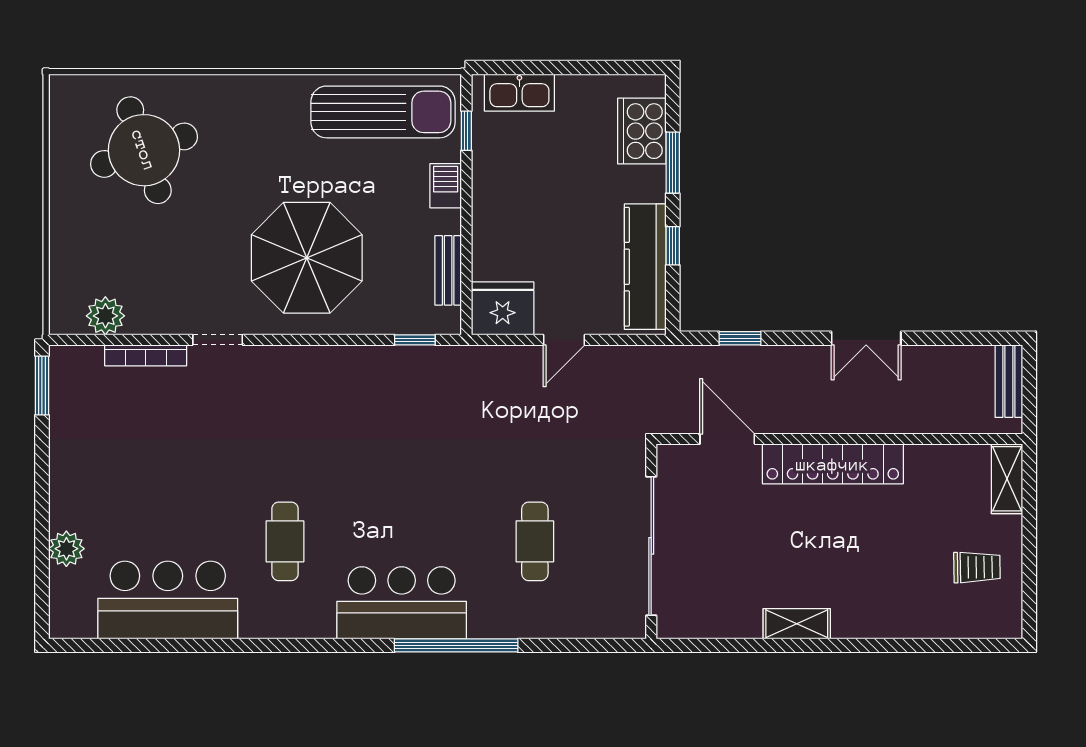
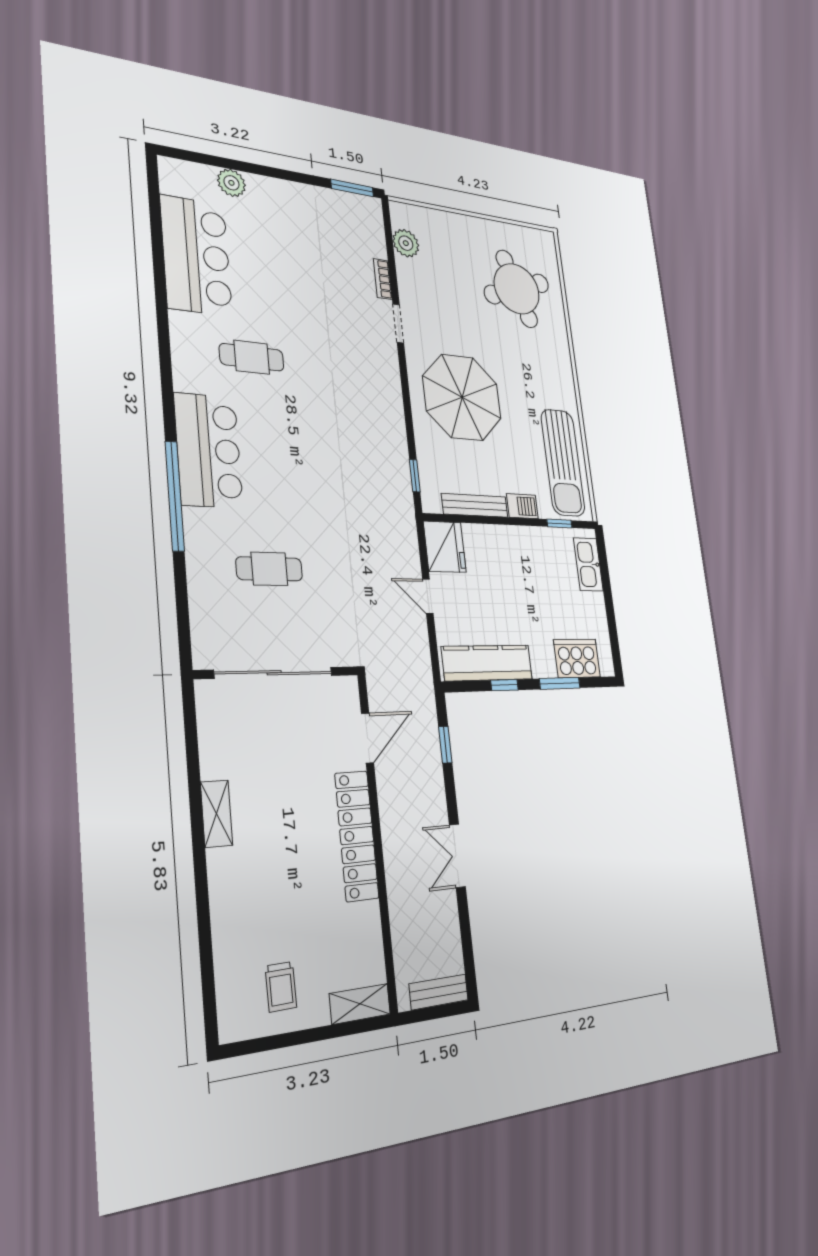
bench: (448, 270) -> (475, 505), width x1.36
bookcase: (146, 355) -> (383, 279), width x0.64

